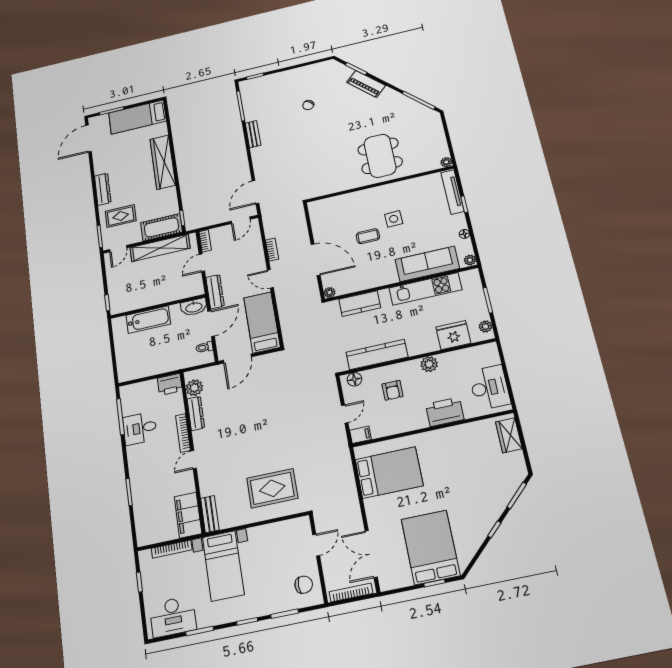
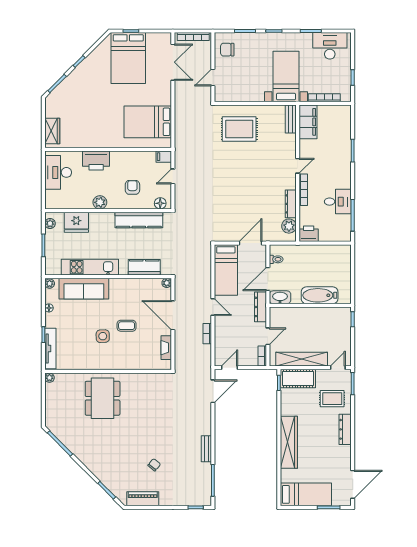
piano: (366, 84) -> (143, 499), moved, turned -45
fireplace: (317, 224) -> (166, 348), added

